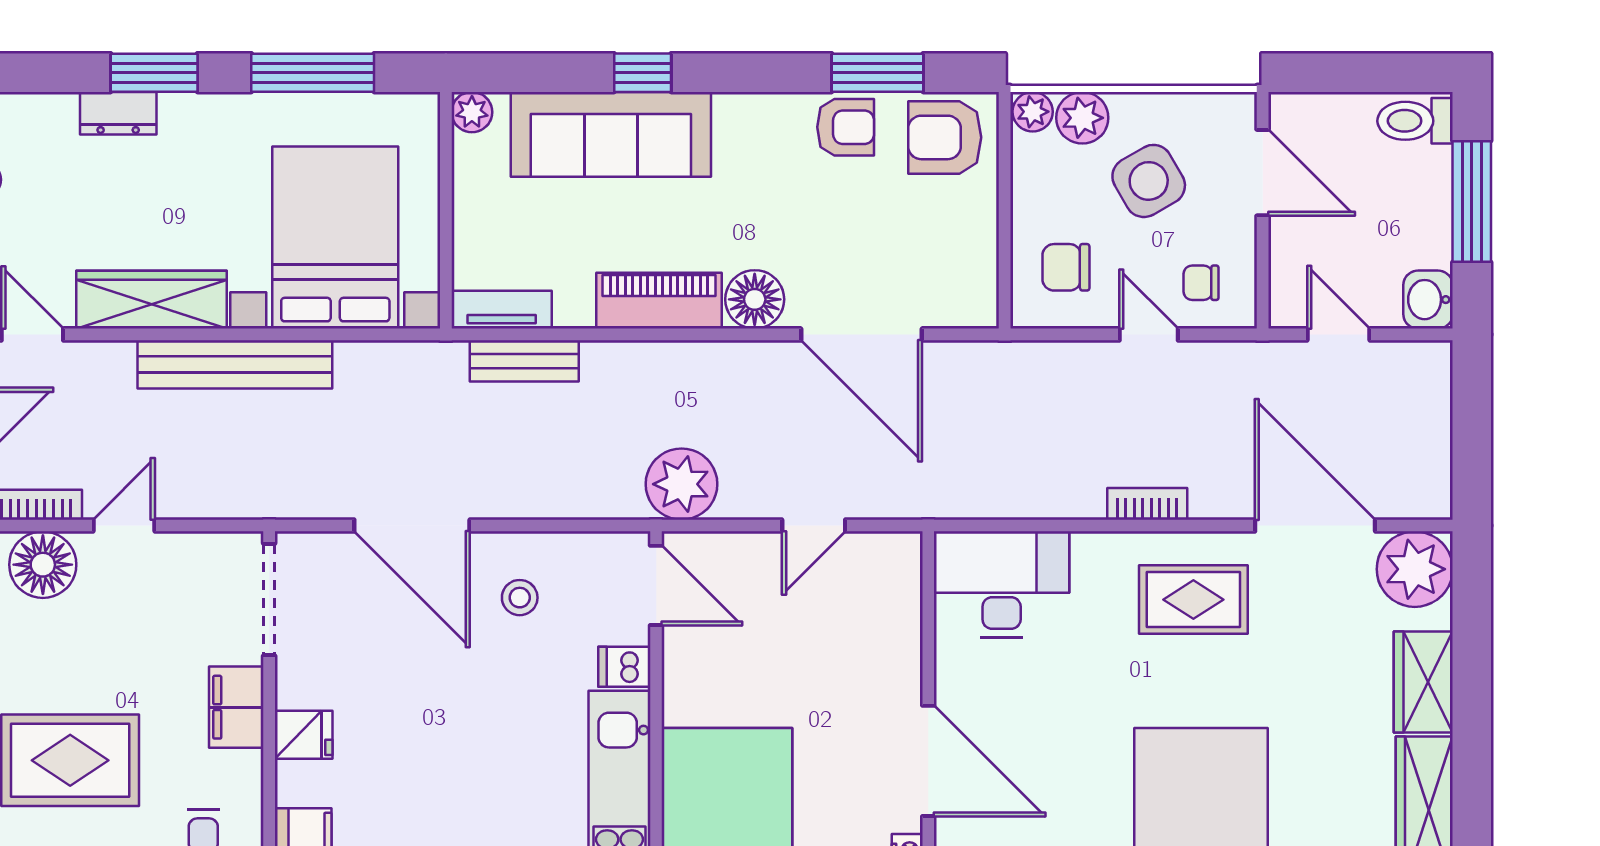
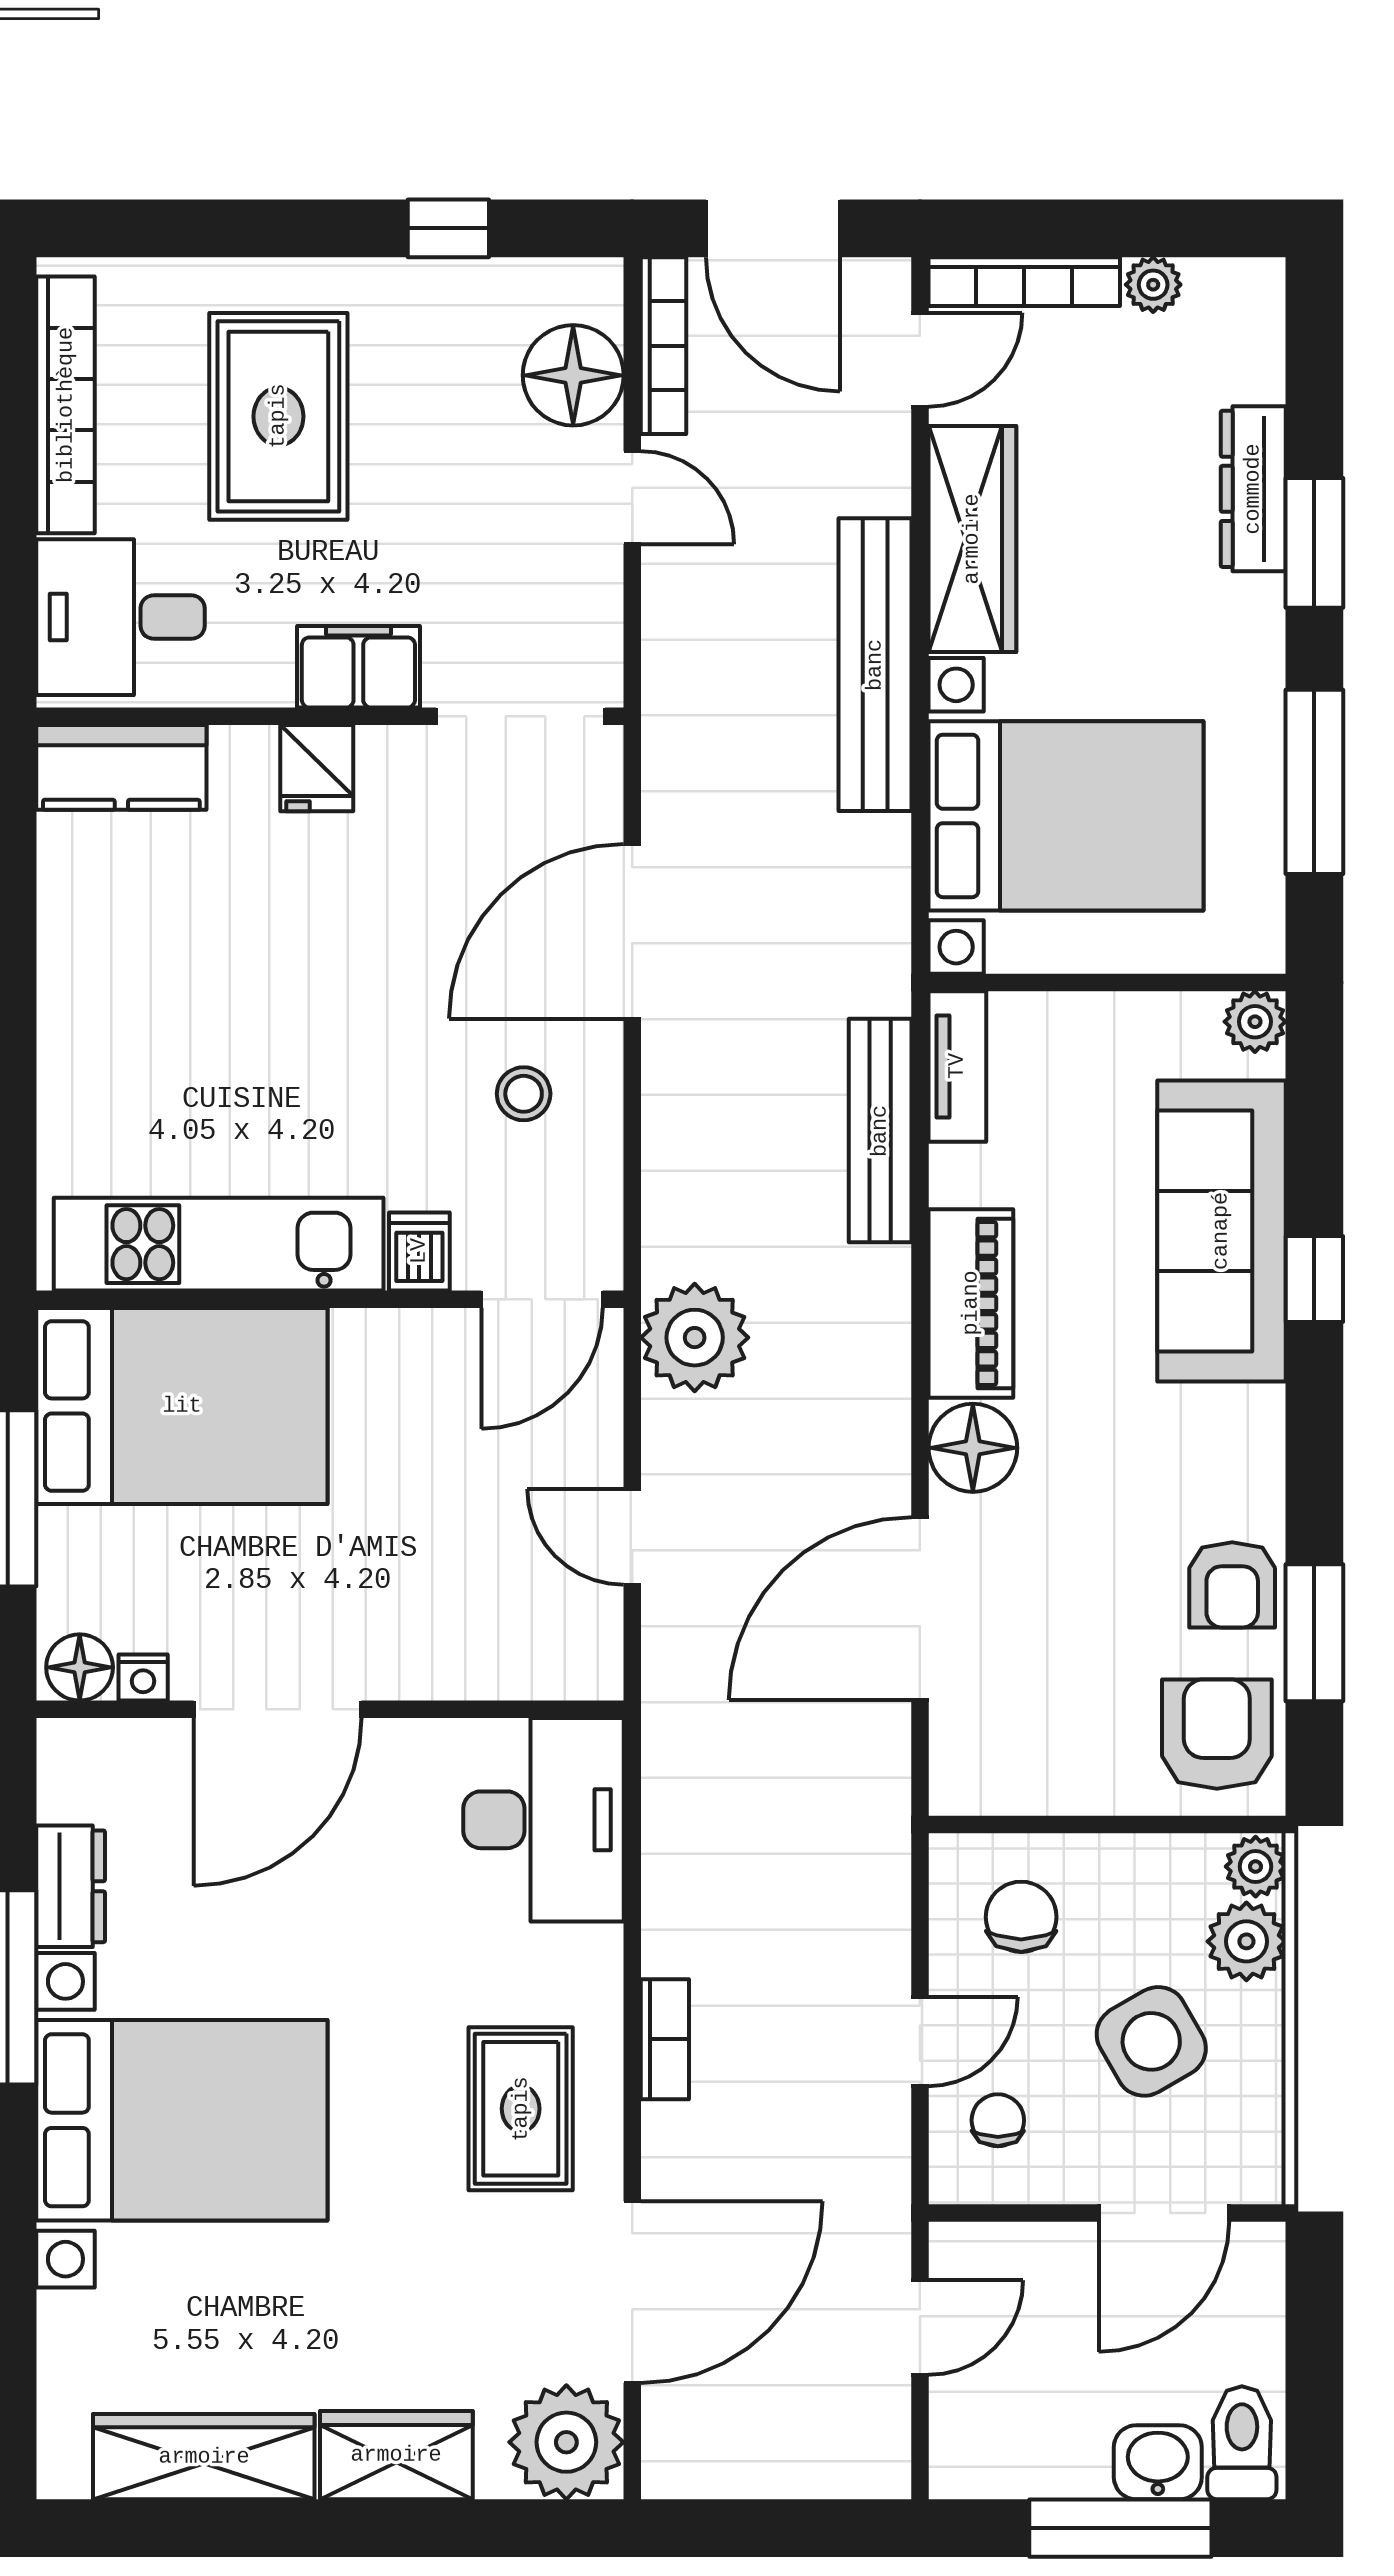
dresser: (118, 113) -> (1253, 489), width x1.44
washbasin: (1428, 300) -> (1158, 2462), moved
bench: (524, 361) -> (880, 1131), width x1.36

